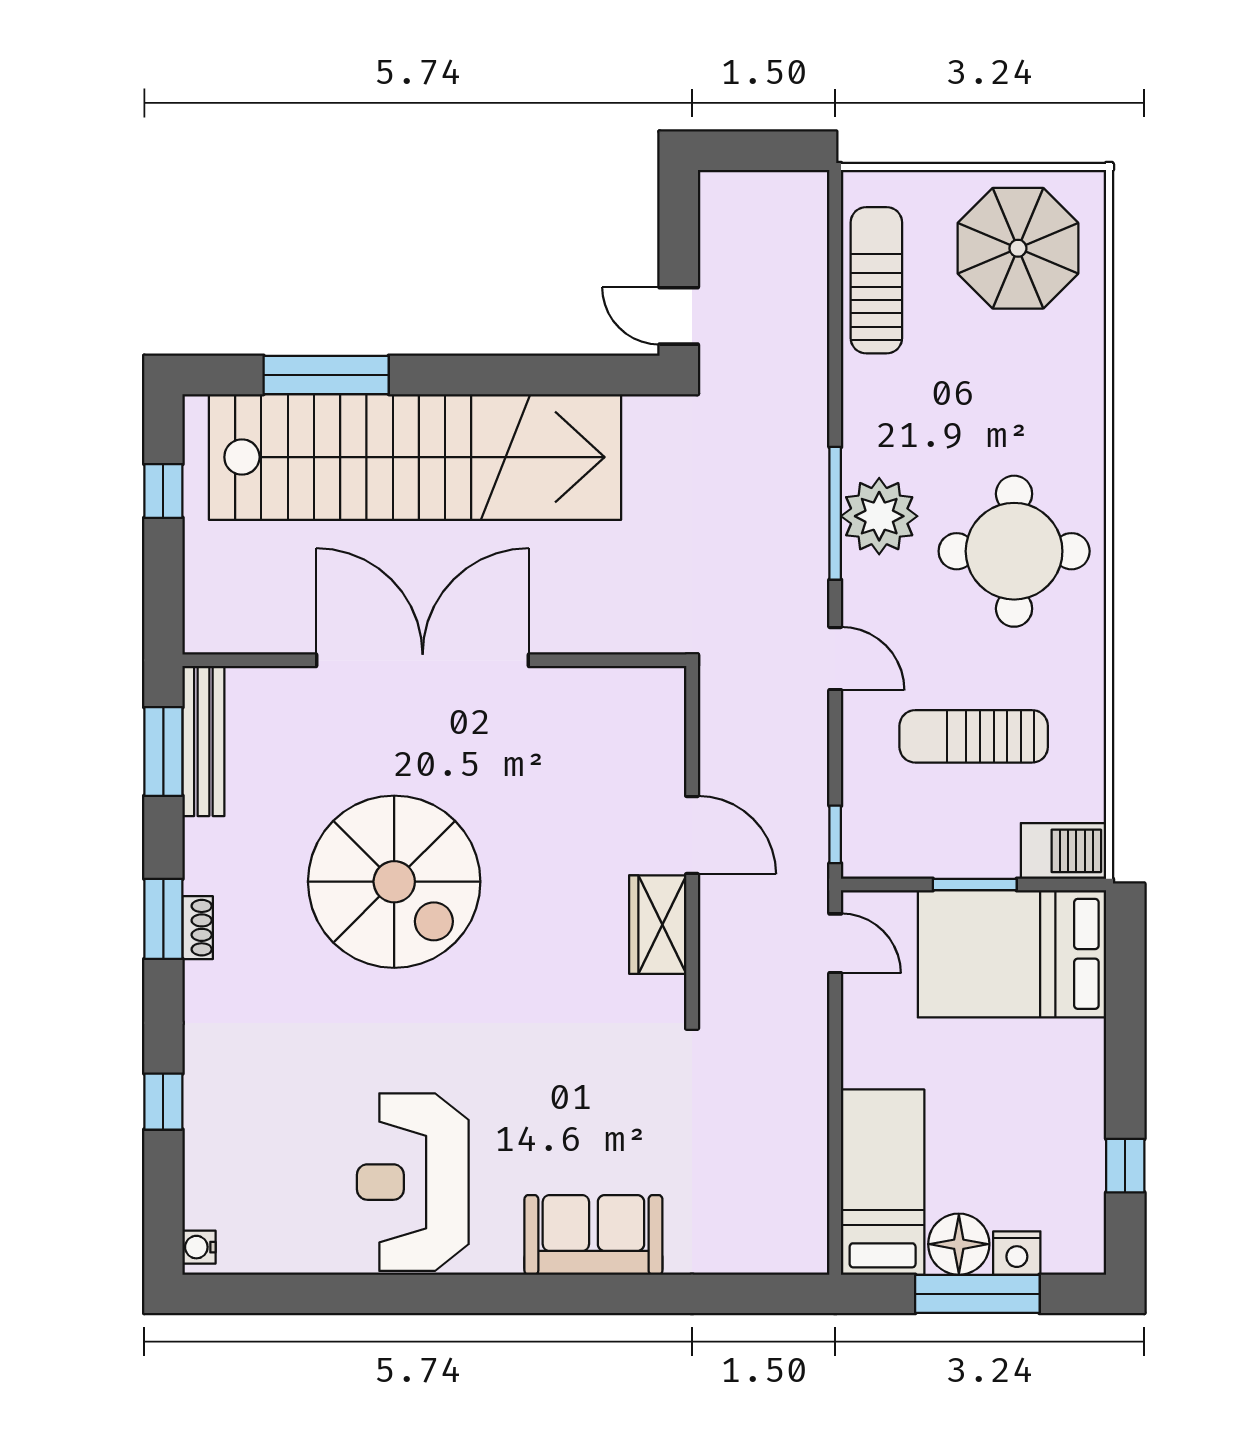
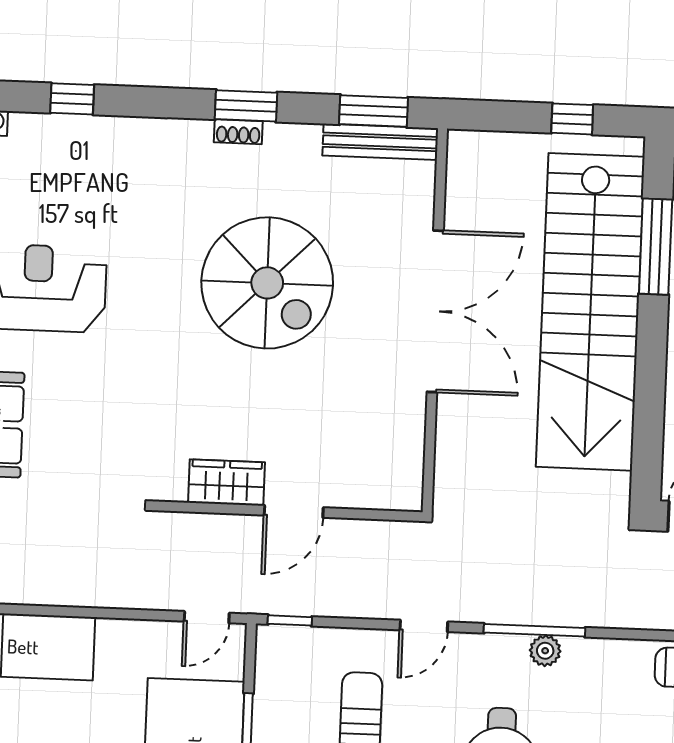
plant: (879, 516) -> (545, 651), width x0.53, depth x0.53
spiral stairs: (394, 882) -> (267, 283), turned -90
window: (163, 1102) -> (72, 99), moved

